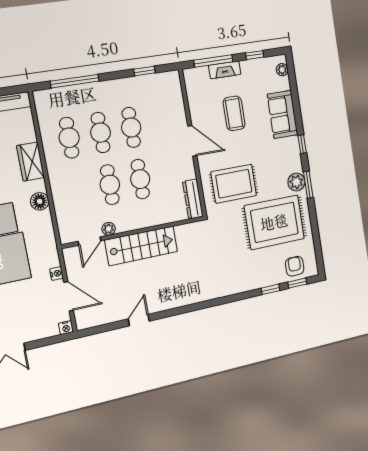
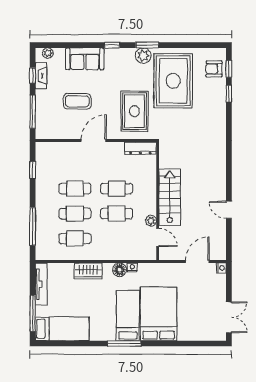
fireplace: (225, 70) -> (41, 76), moved
nightstand: (56, 274) -> (132, 267), moved

